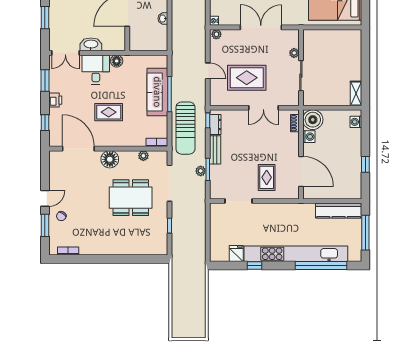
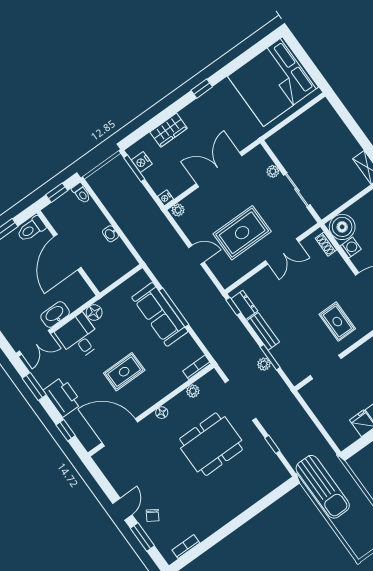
printer: (55, 100) -> (63, 397), width x1.87, depth x1.48
sun lounger: (185, 128) -> (323, 487), moved
floor lamp: (110, 159) -> (162, 413), width x0.53, depth x0.53

